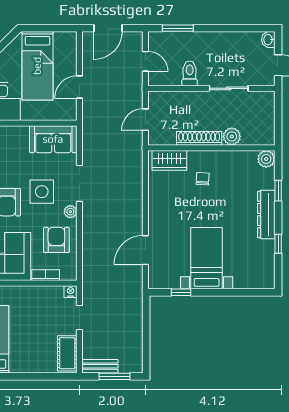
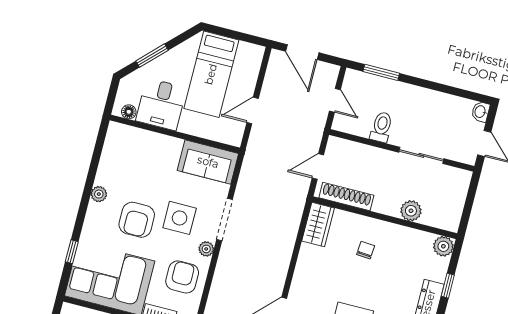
door: (108, 28) -> (302, 52), hinge flipped
shoe rack: (199, 138) -> (346, 197), moved
wardrobe: (169, 160) -> (318, 224), moved, turned -90

